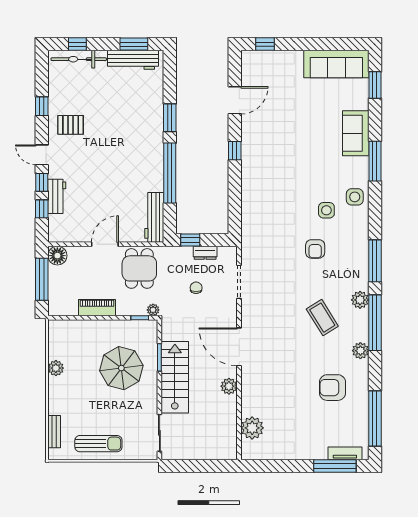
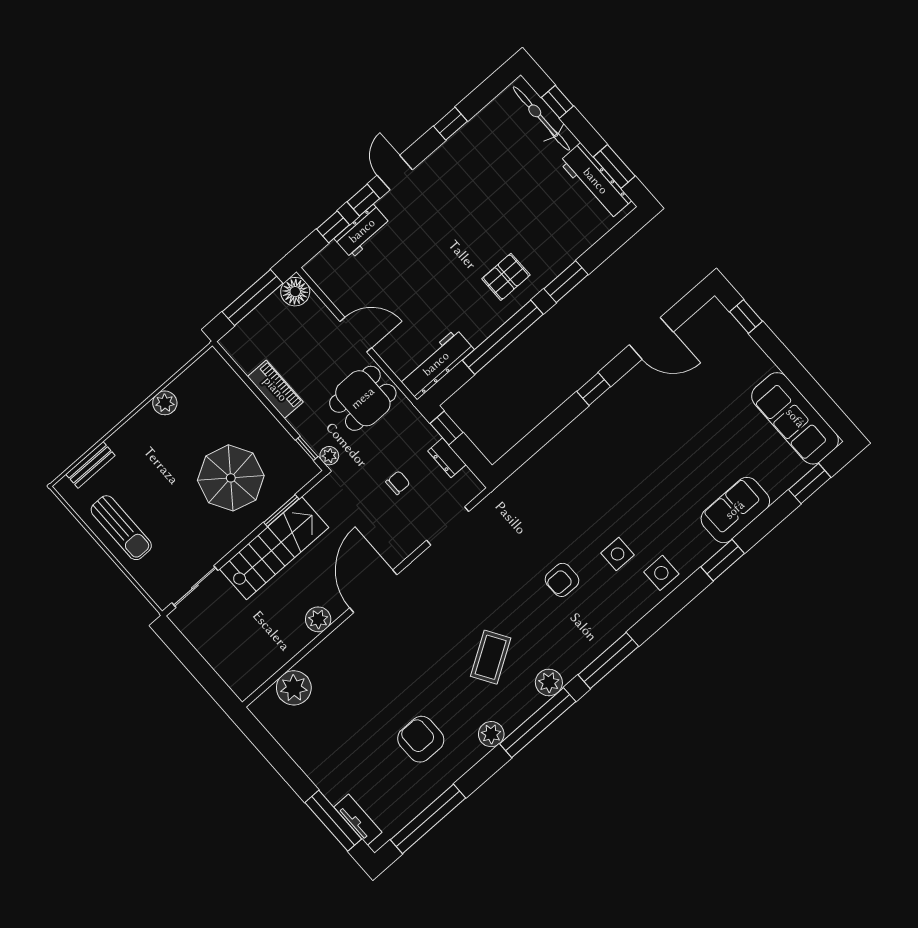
pallet: (71, 125) -> (506, 277), moved, turned 90
window: (375, 161) -> (723, 560), width x0.69

